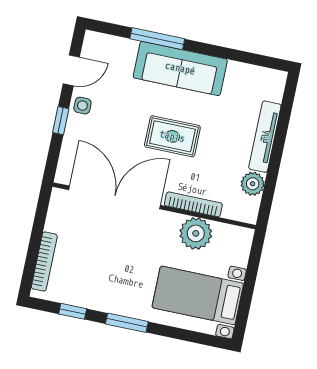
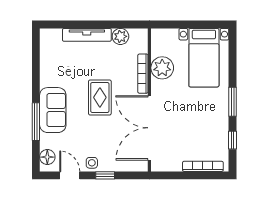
floor lamp: (104, 44) -> (47, 157), added
sofa: (180, 68) -> (53, 110), width x0.73

